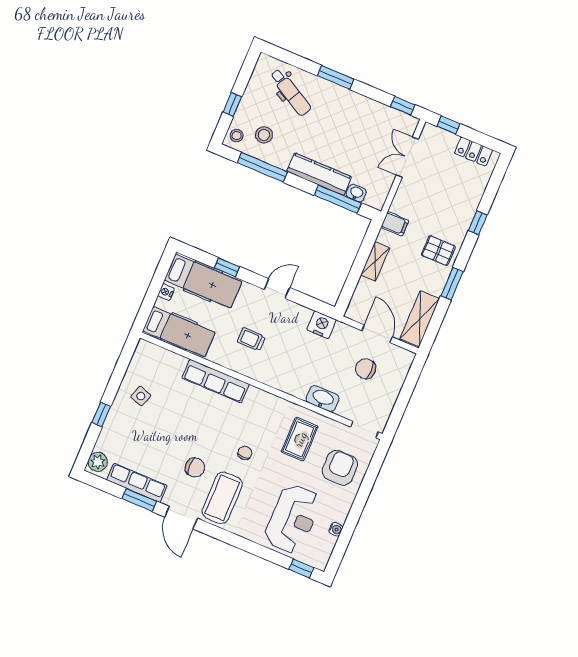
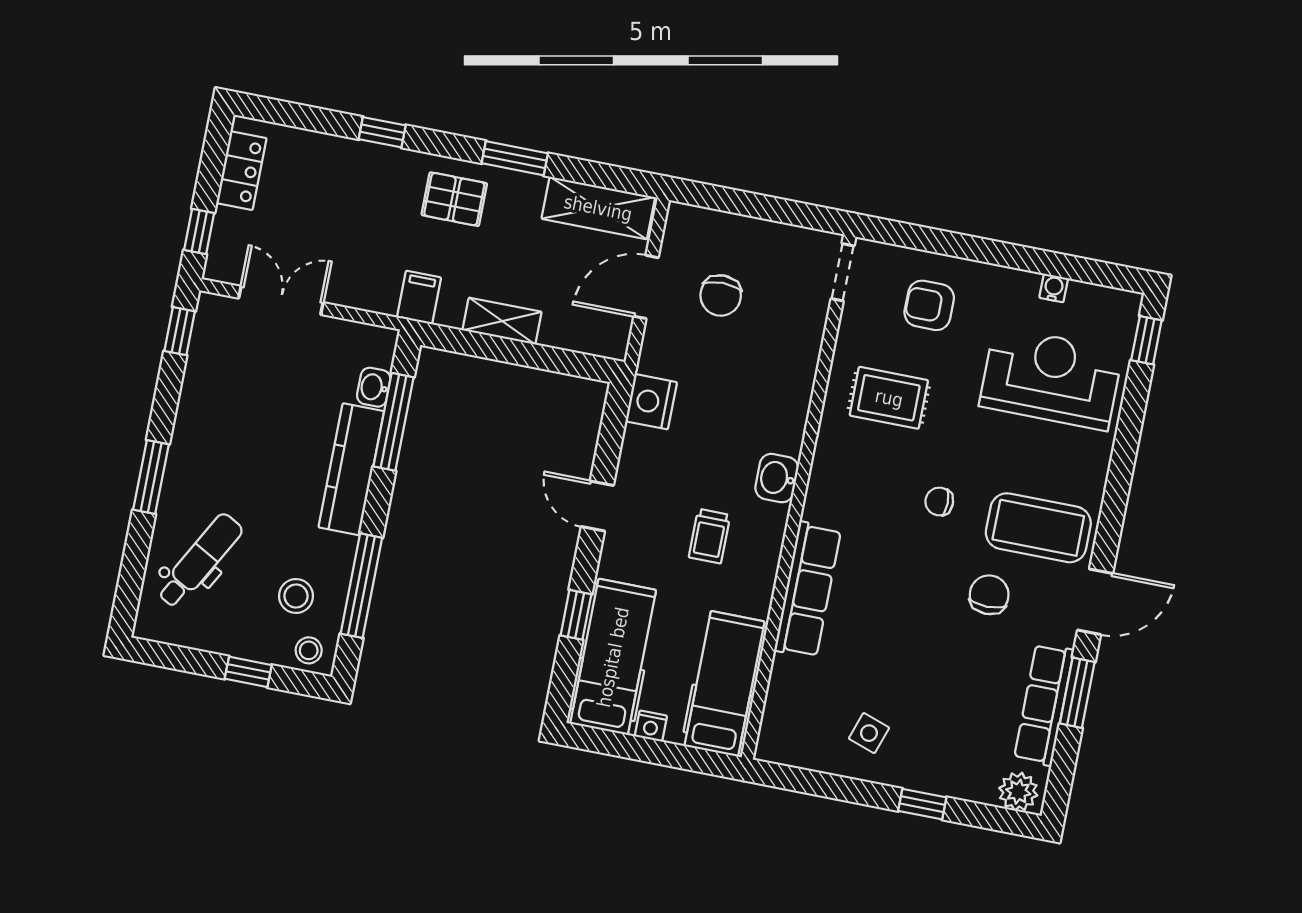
double door: (407, 157) -> (281, 300), swing flipped
pallet: (438, 251) -> (454, 199), turned 90
washbasin: (323, 399) -> (777, 478), moved, width x0.72
armchair: (340, 468) -> (929, 305), width x0.72, depth x0.72

